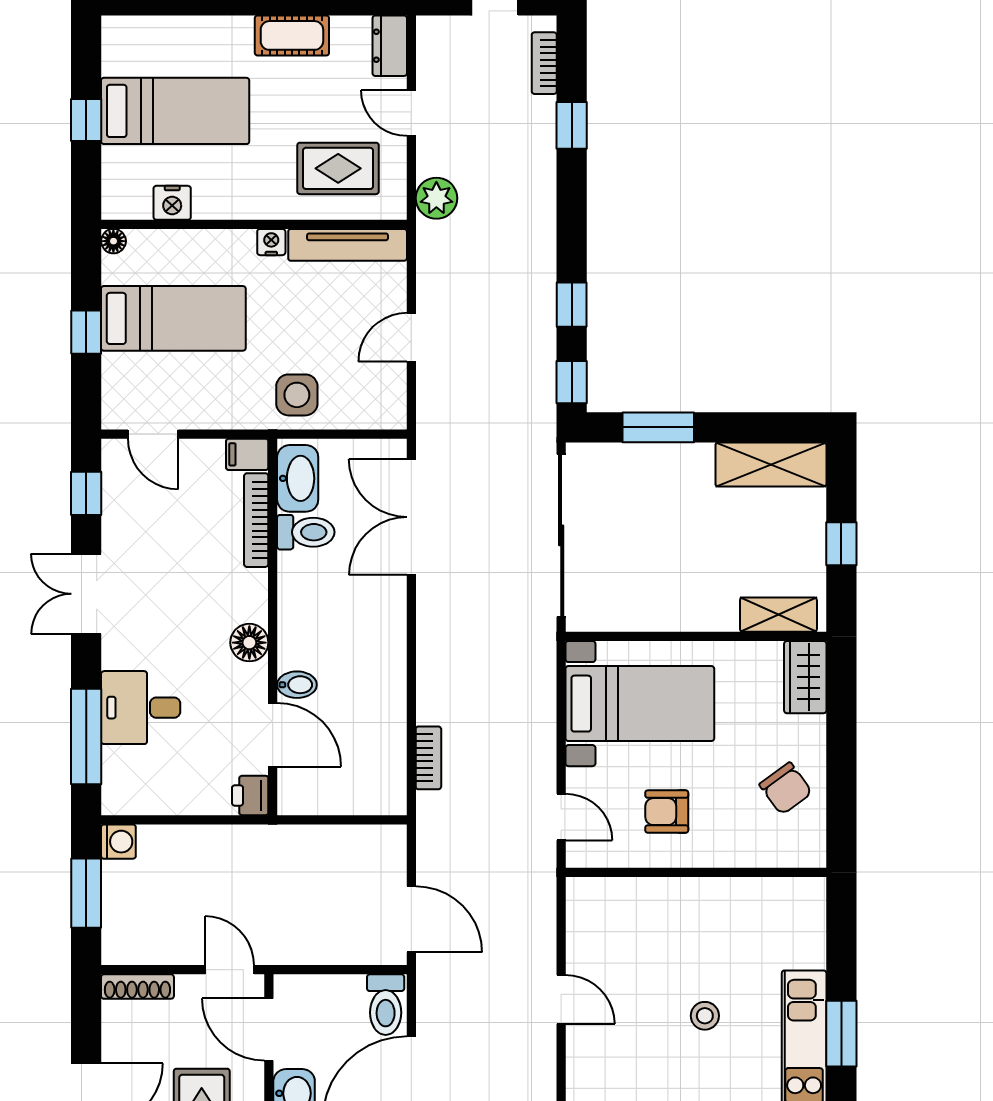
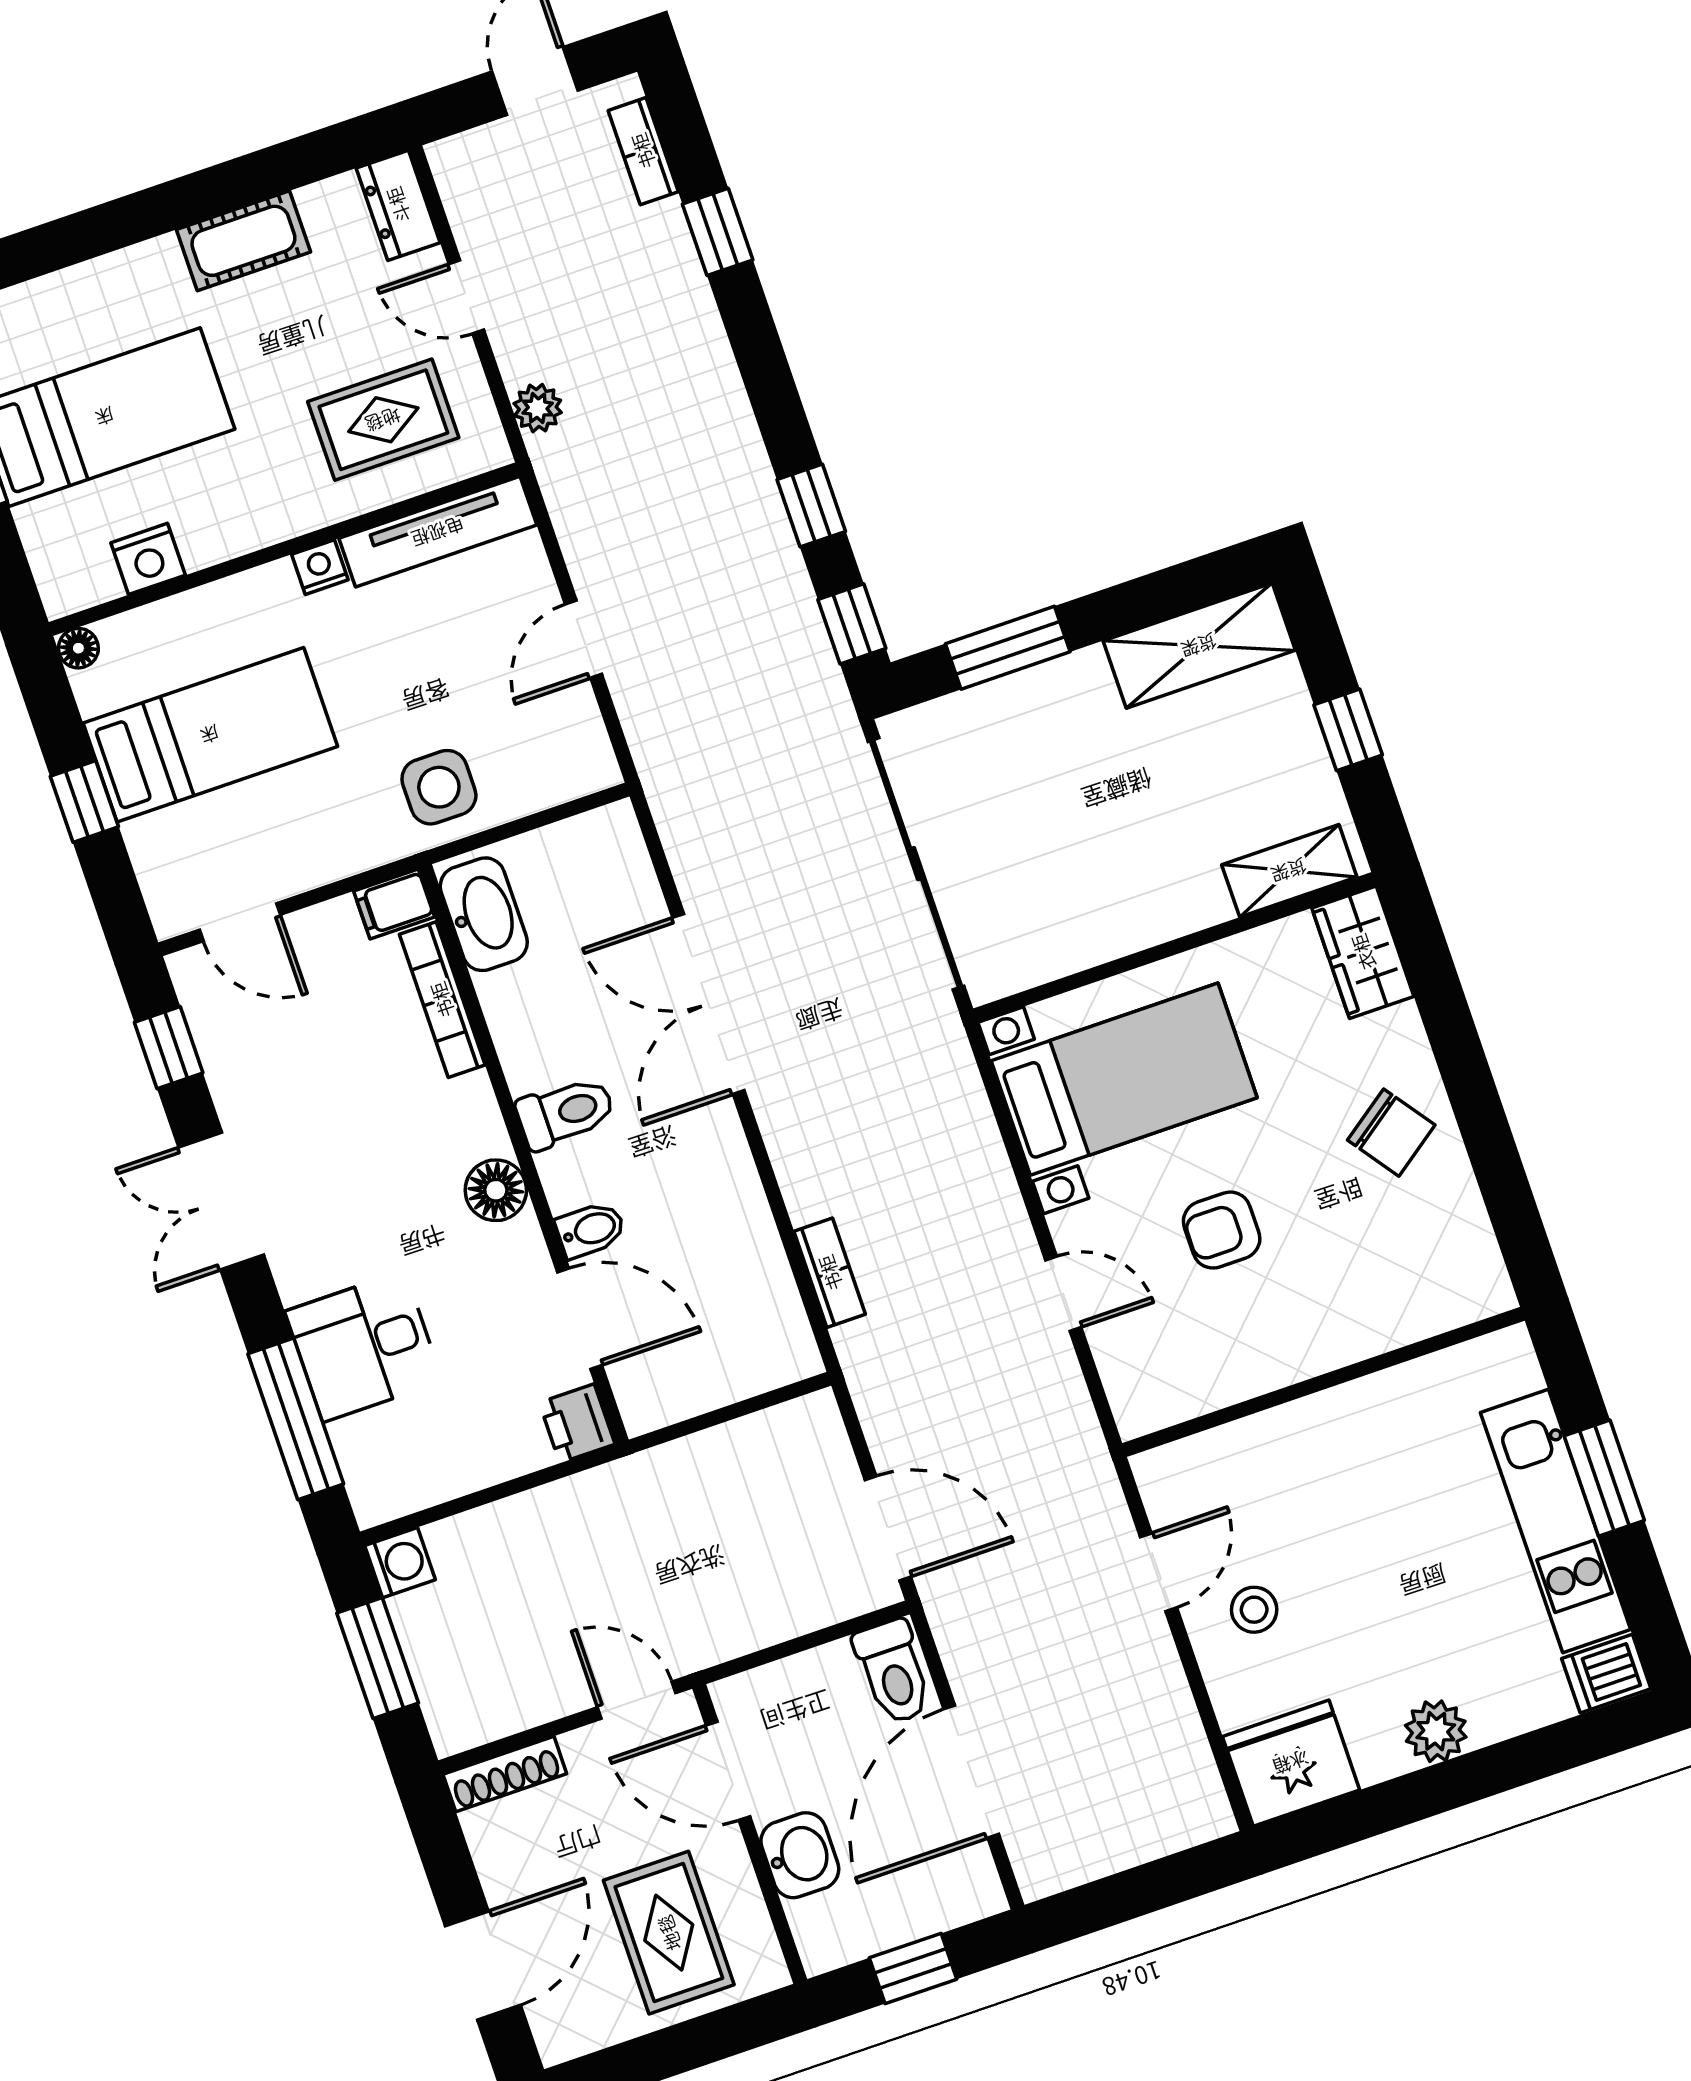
plant: (436, 198) -> (538, 408), width x0.73, depth x0.73
double door: (411, 517) -> (708, 1004), moved
toilet: (306, 532) -> (566, 1113), moved
wall: (696, 872) -> (1323, 1382), moved
door: (561, 999) -> (1159, 1572), hinge flipped
stool: (705, 1016) -> (1254, 1610), moved

